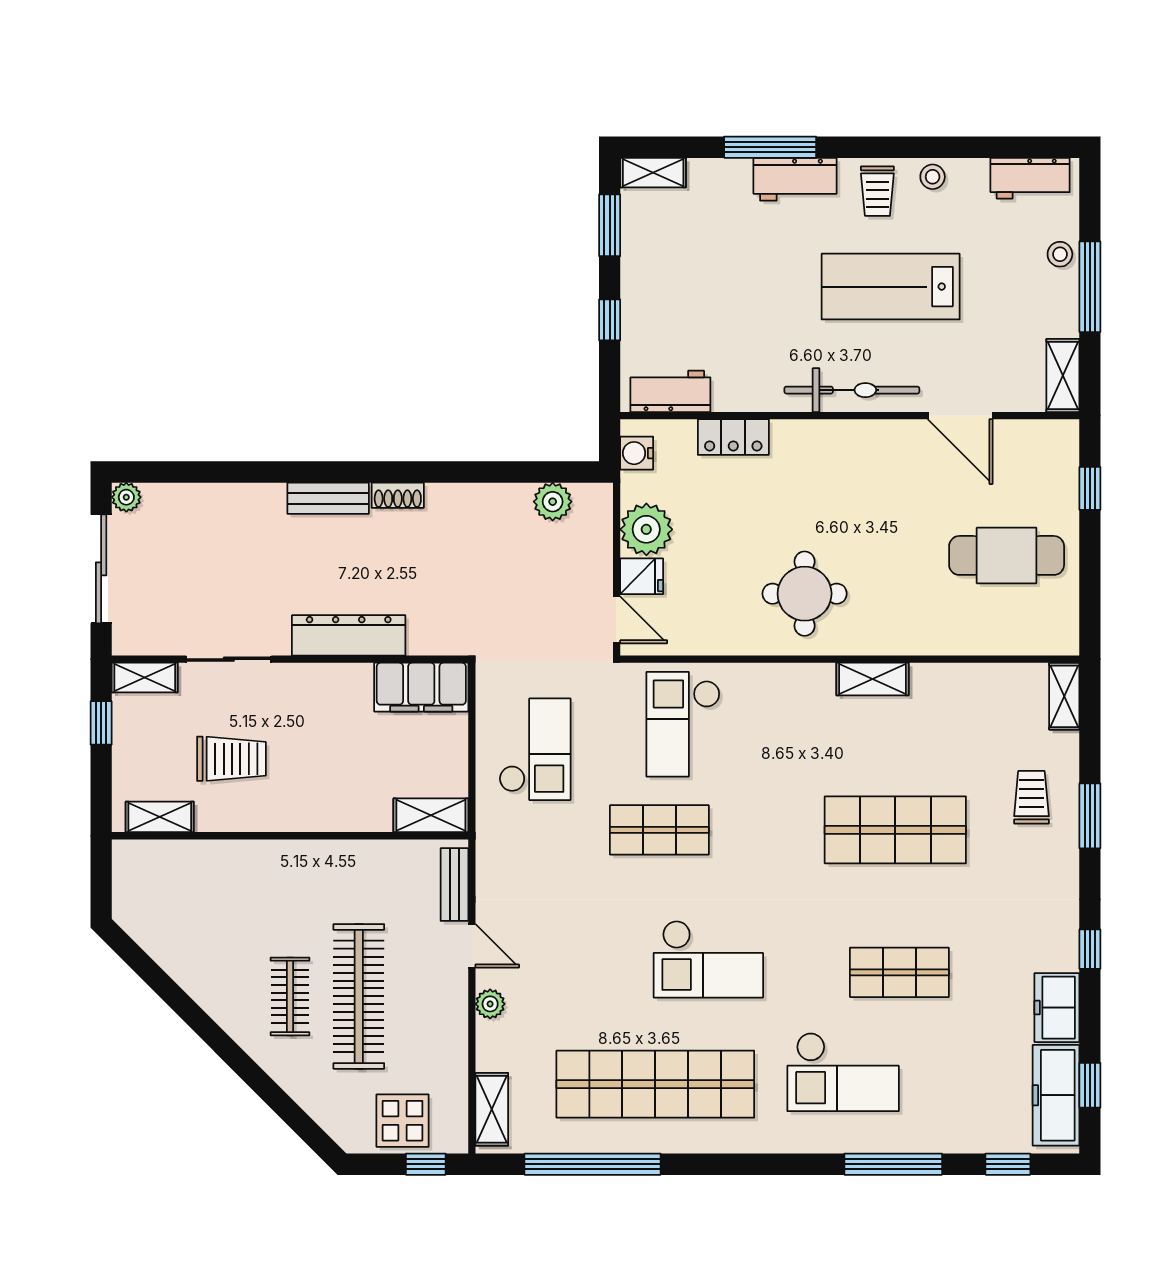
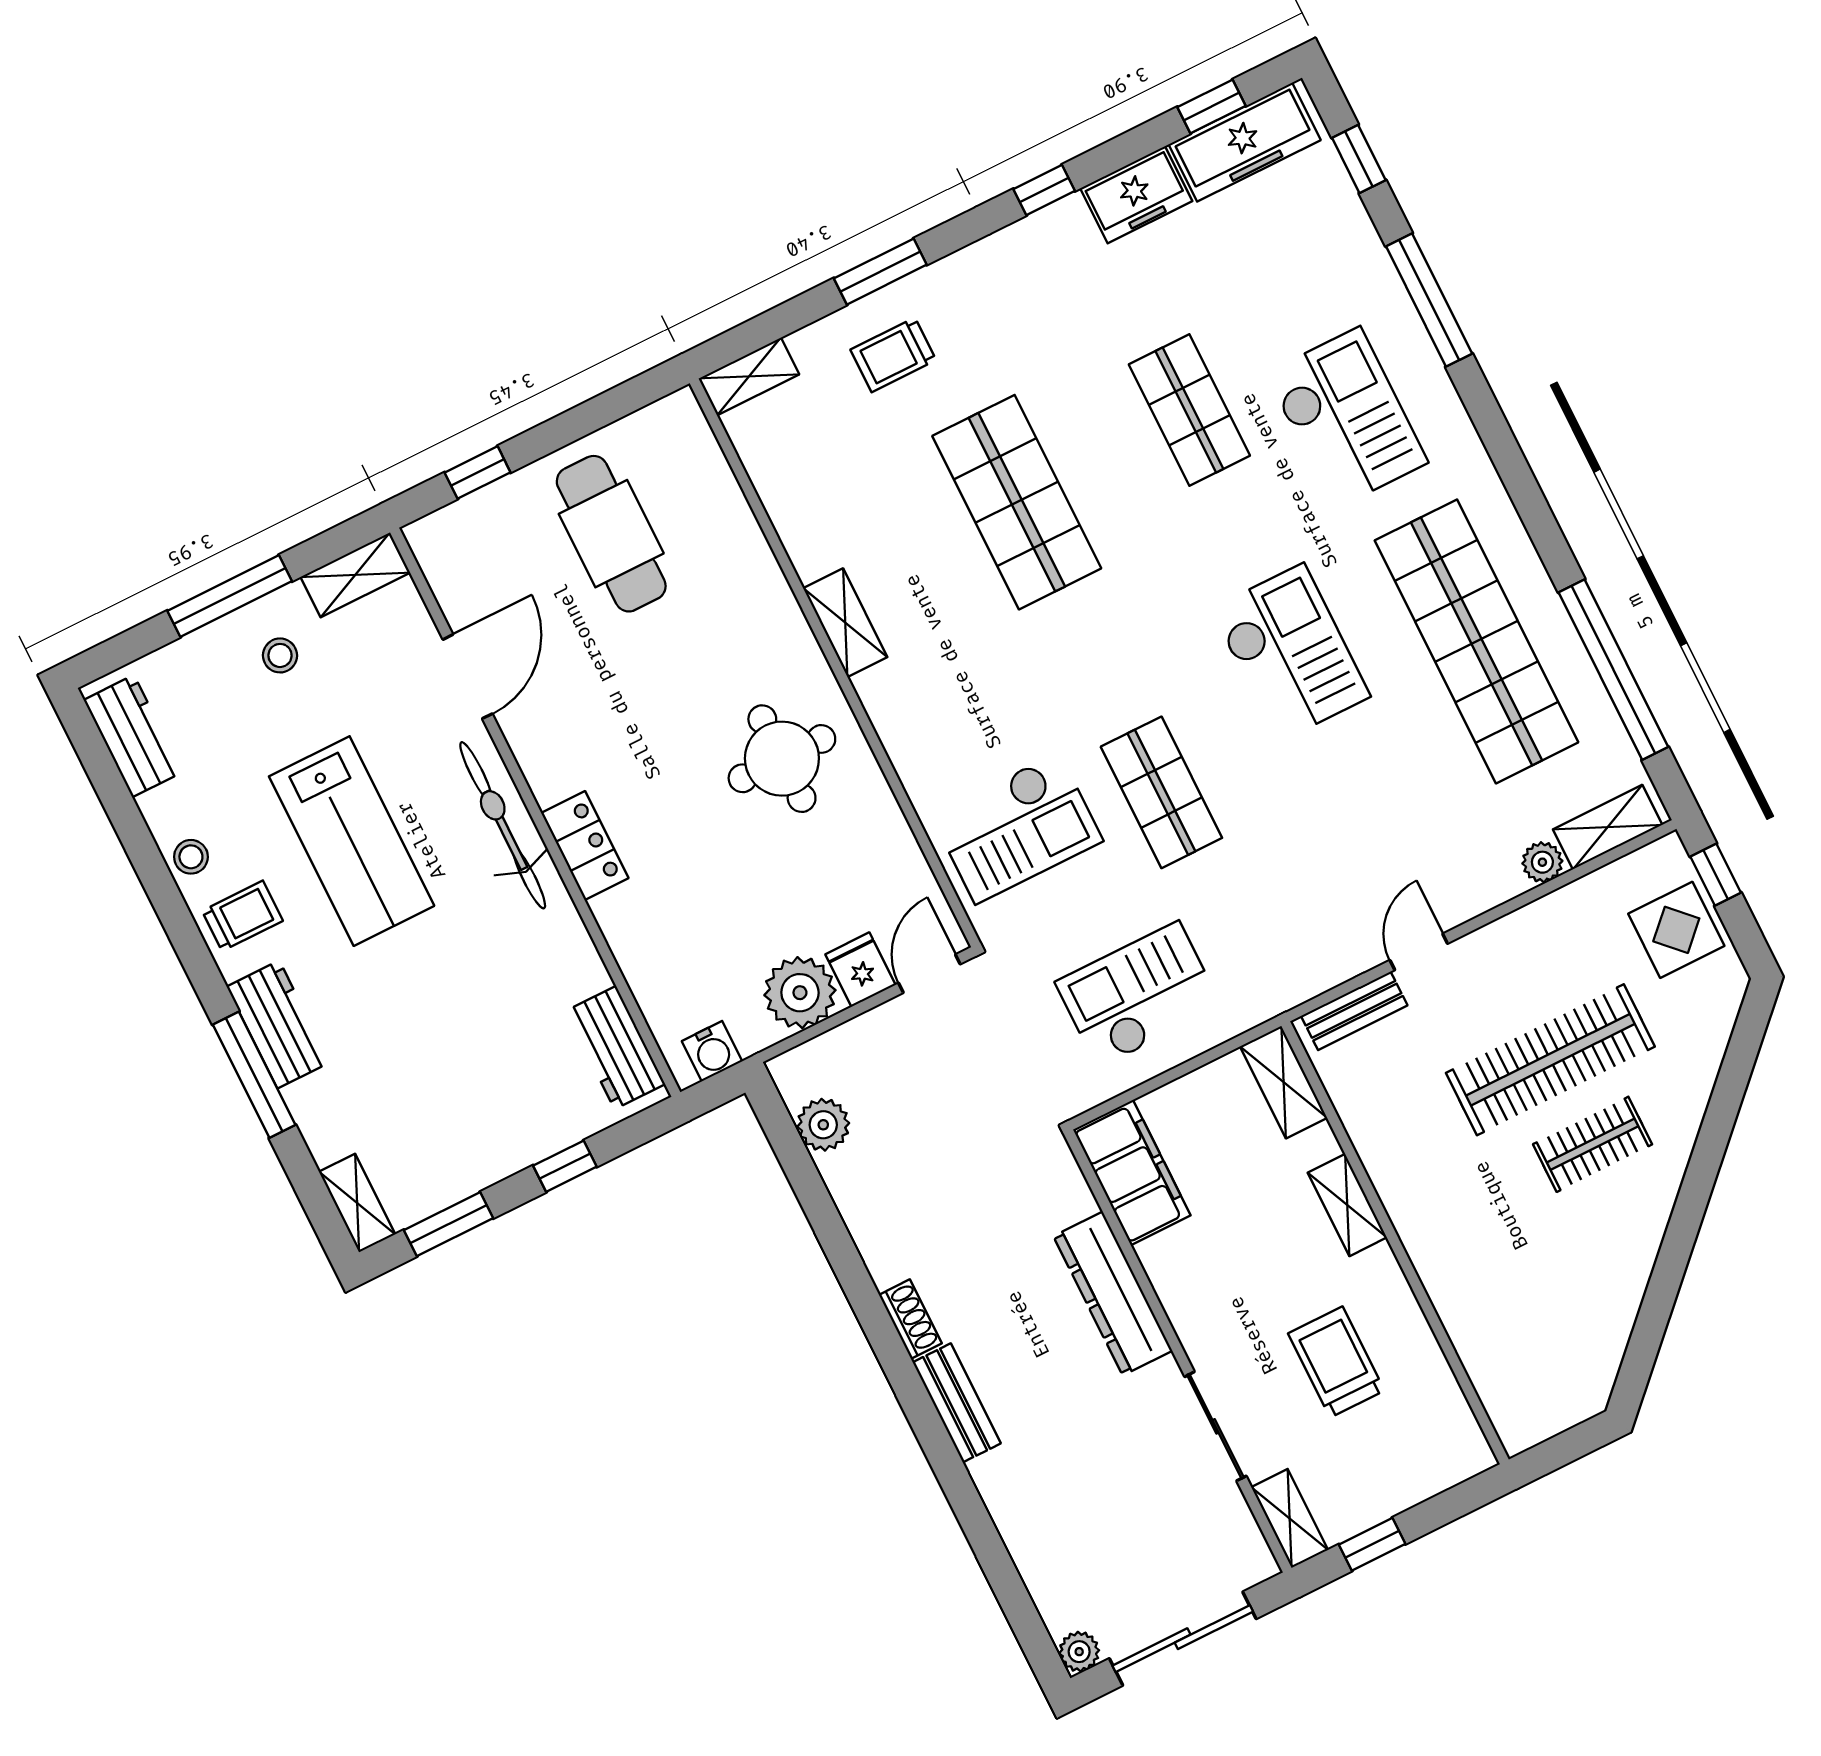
stool: (1060, 254) -> (280, 655), moved
locker: (733, 437) -> (585, 845), moved
shelving: (160, 817) -> (1347, 1205), moved
plant: (490, 1004) -> (1542, 862), moved

